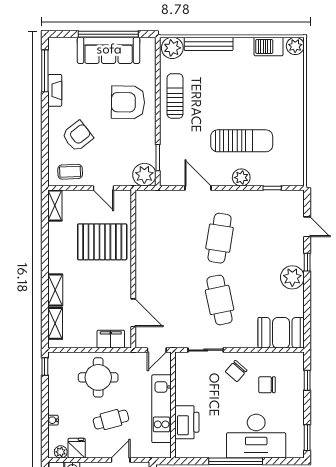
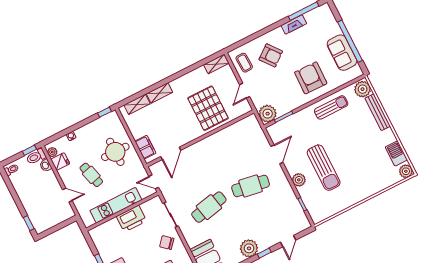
sofa: (109, 50) -> (342, 53), width x0.73
printer: (187, 422) -> (132, 219), moved

